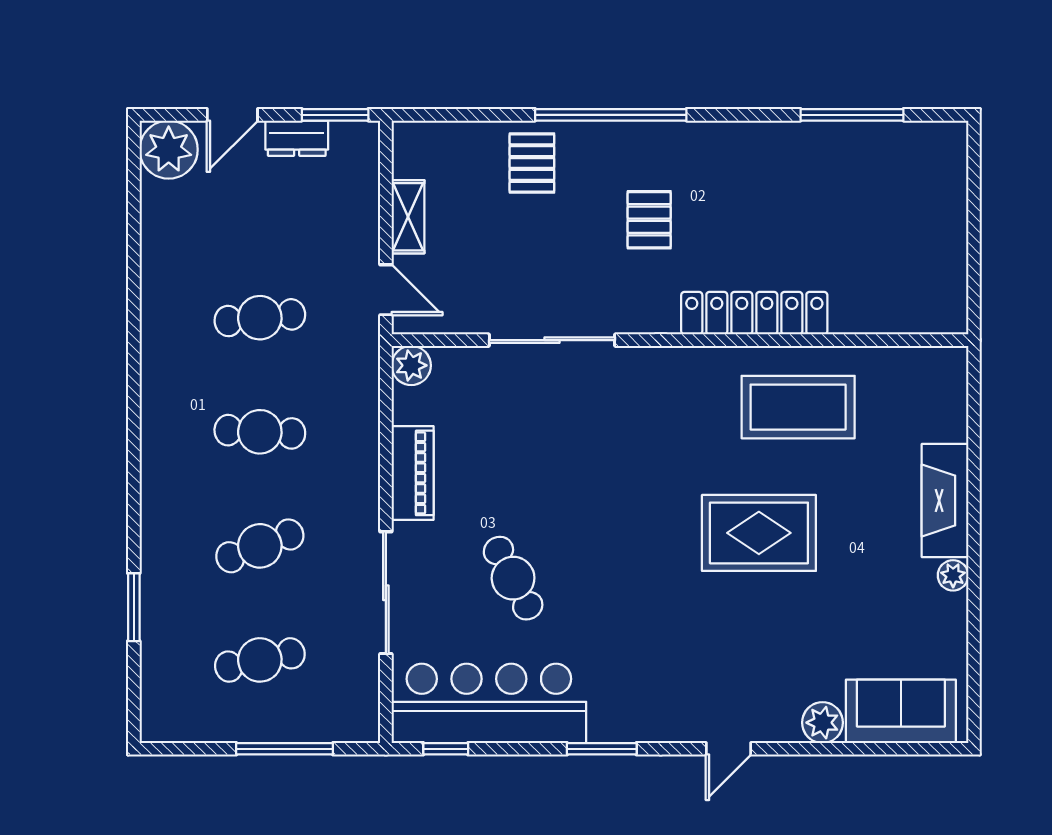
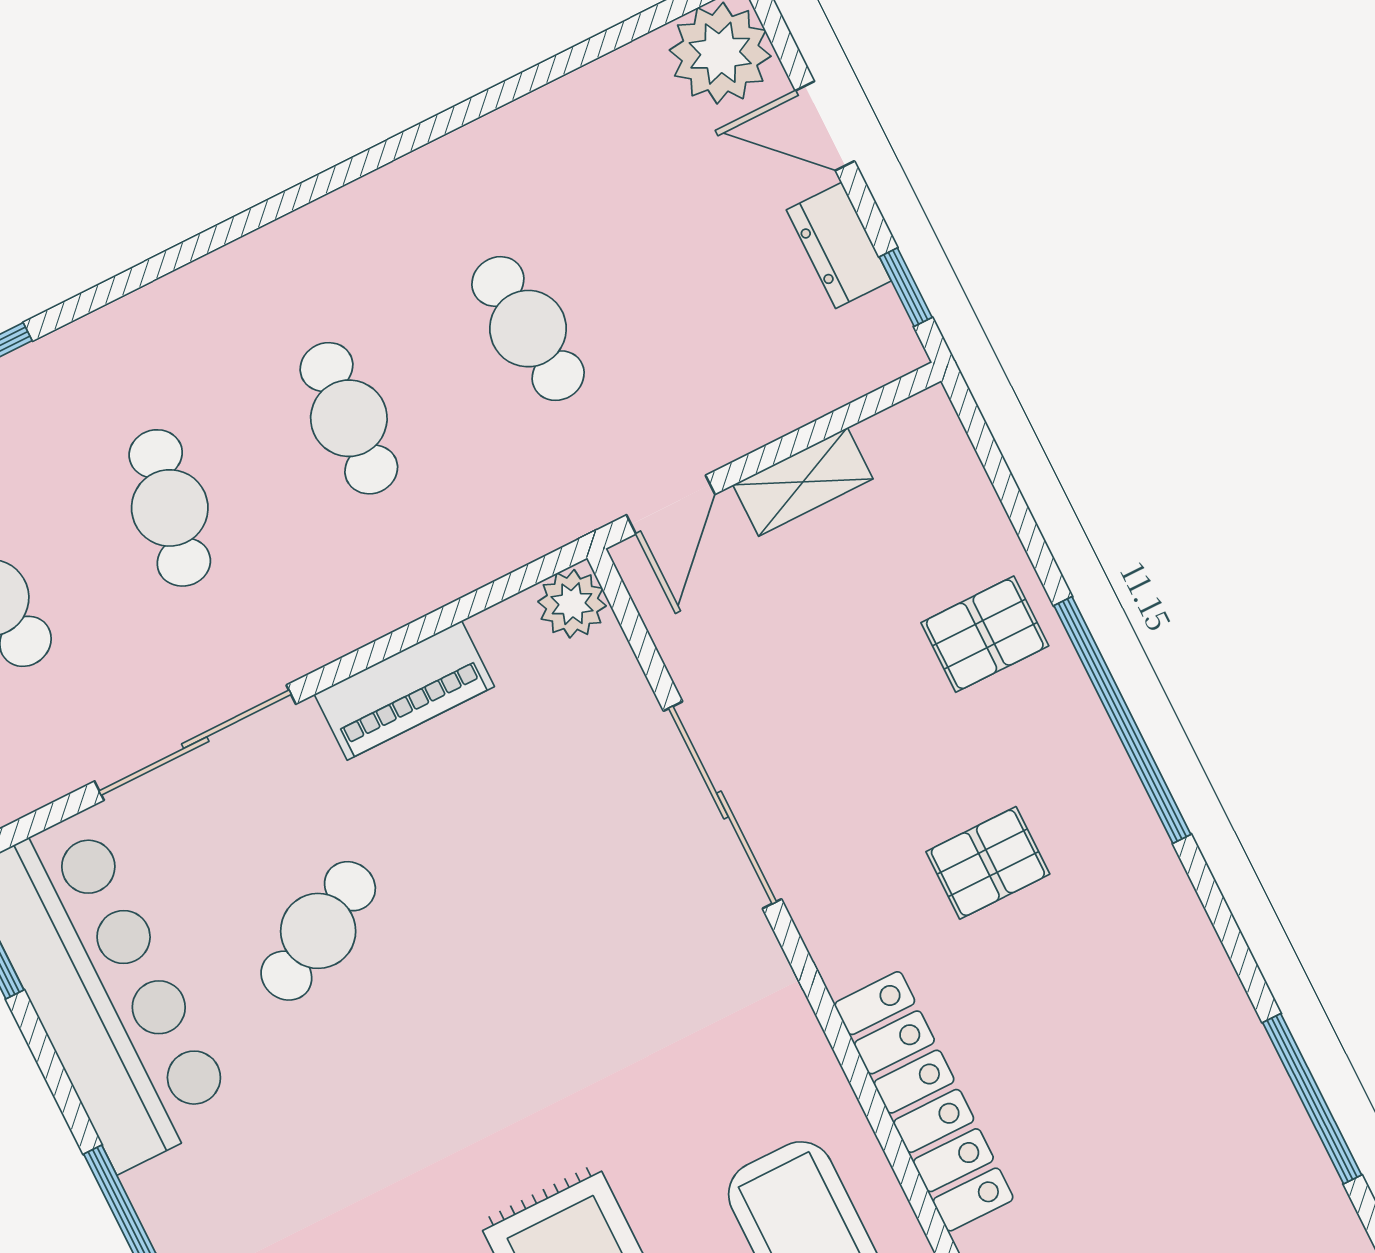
window: (335, 115) -> (906, 287), width x0.67
cafe table: (260, 546) -> (170, 508), turned 33

